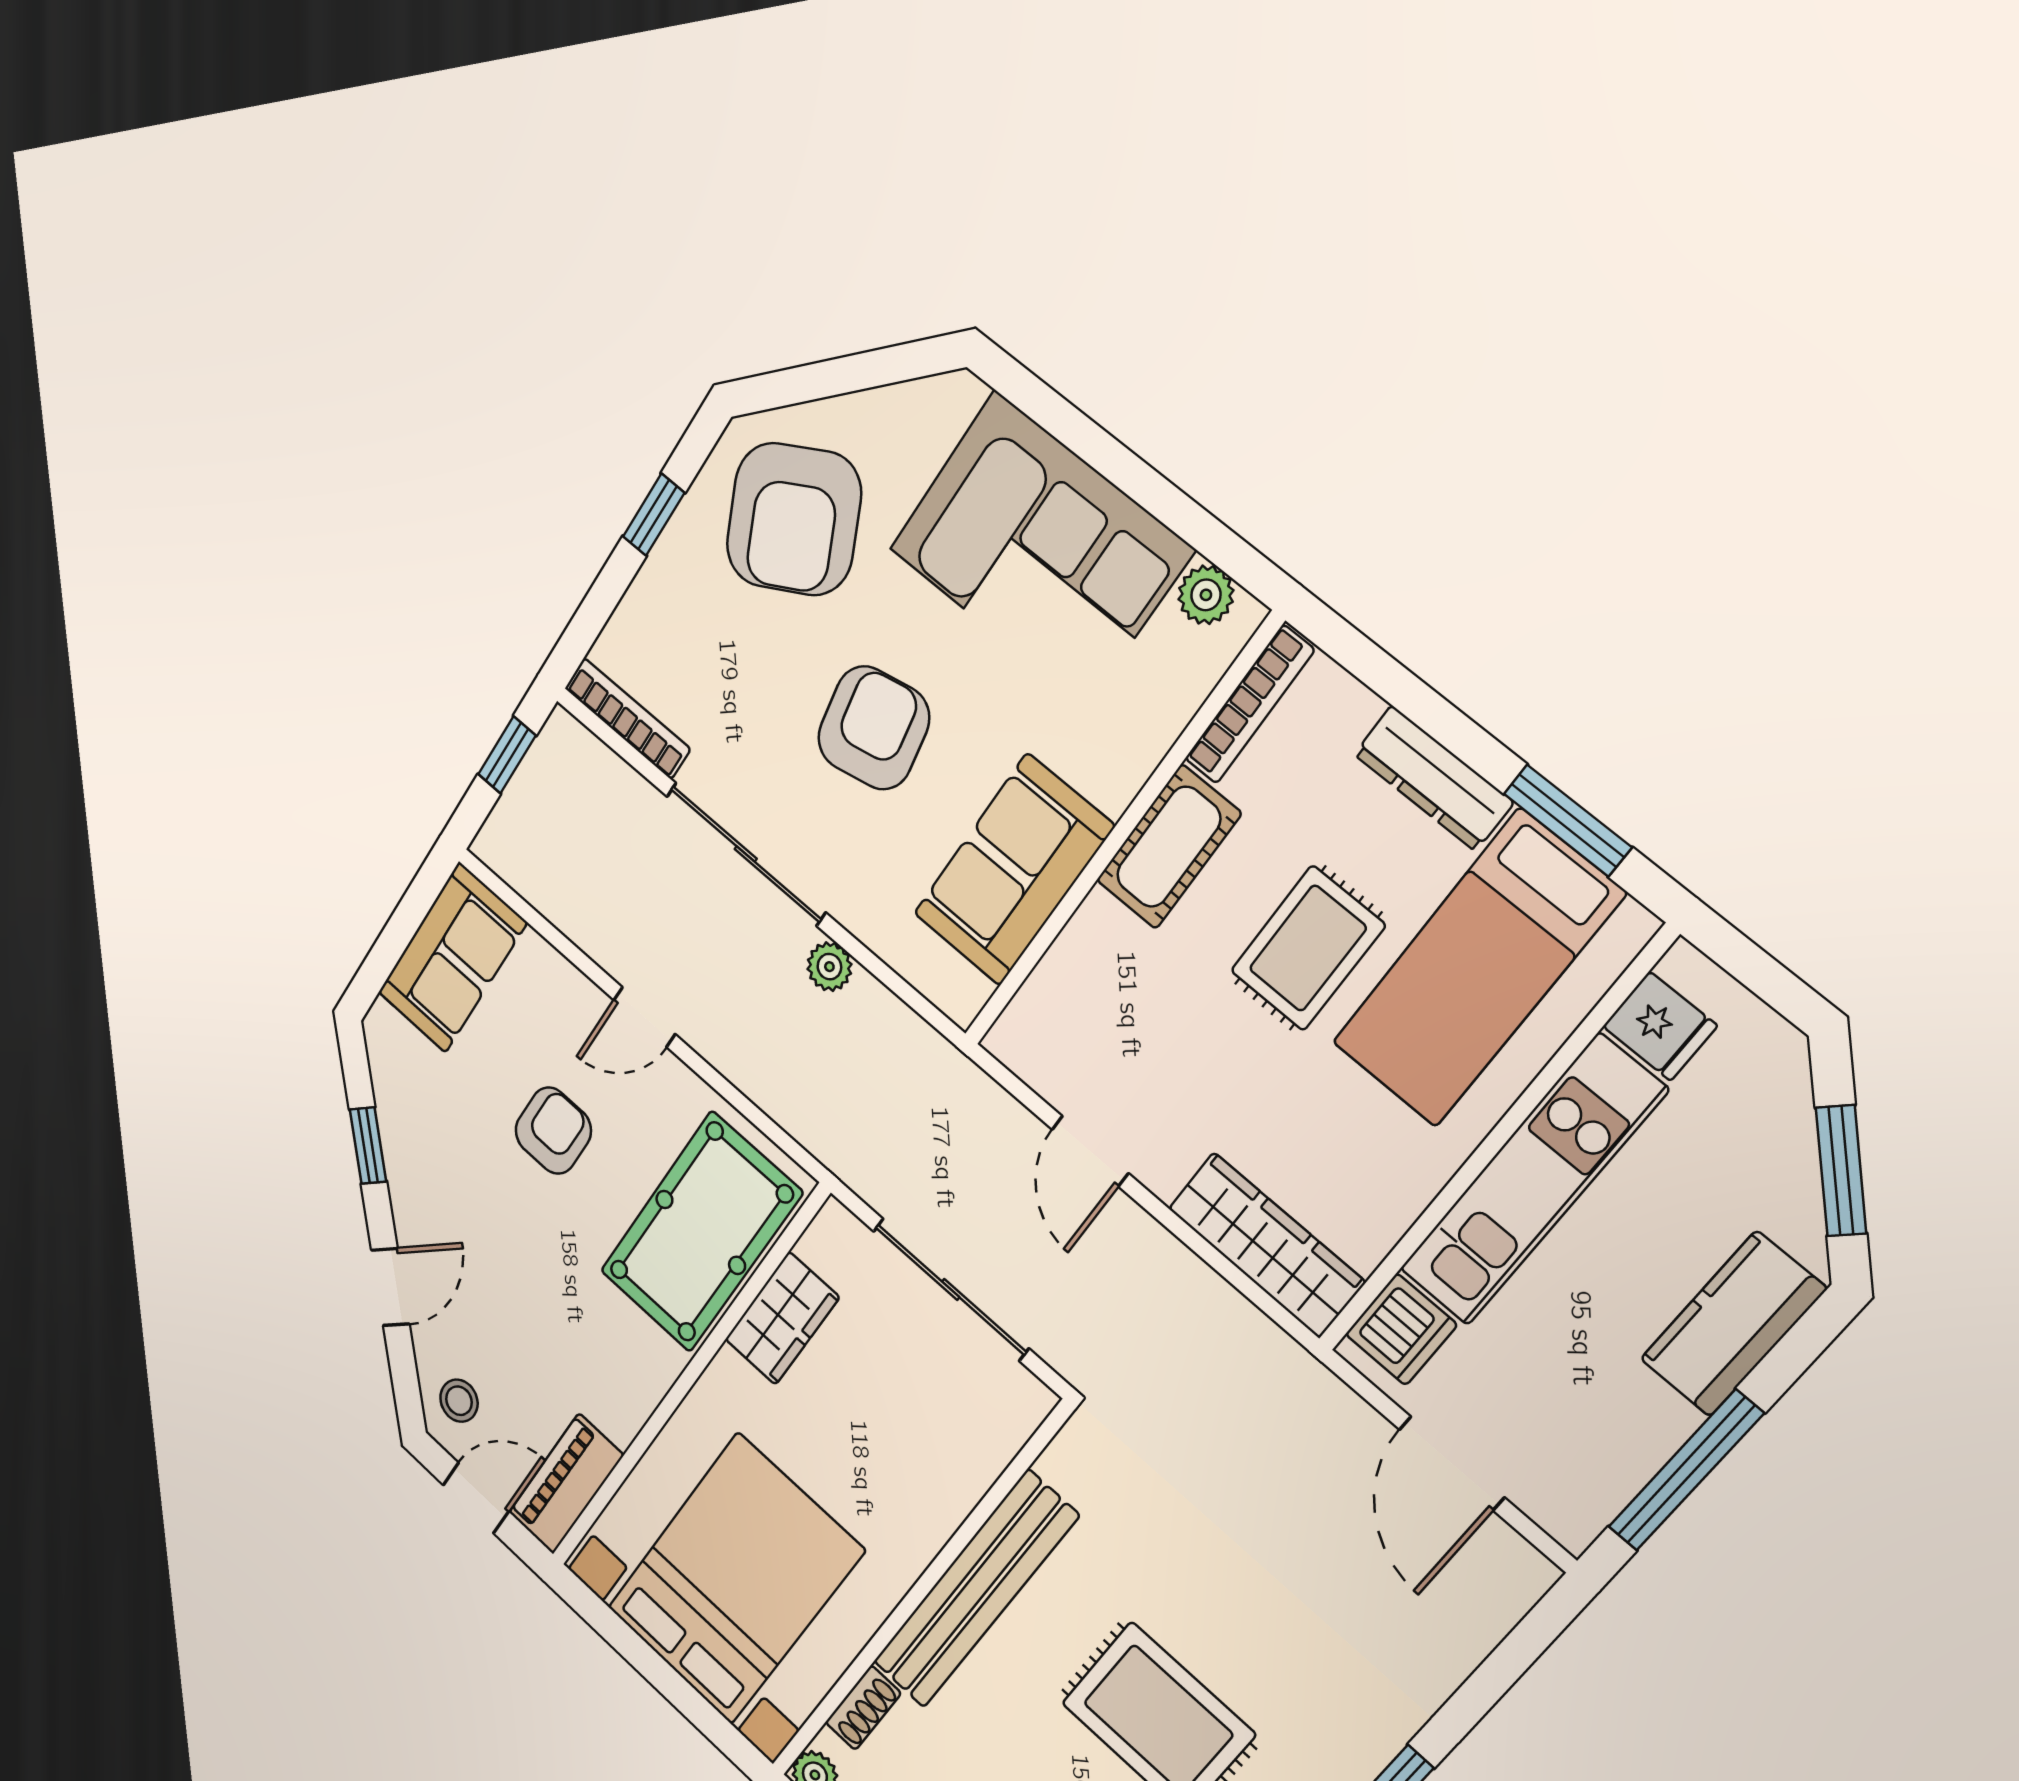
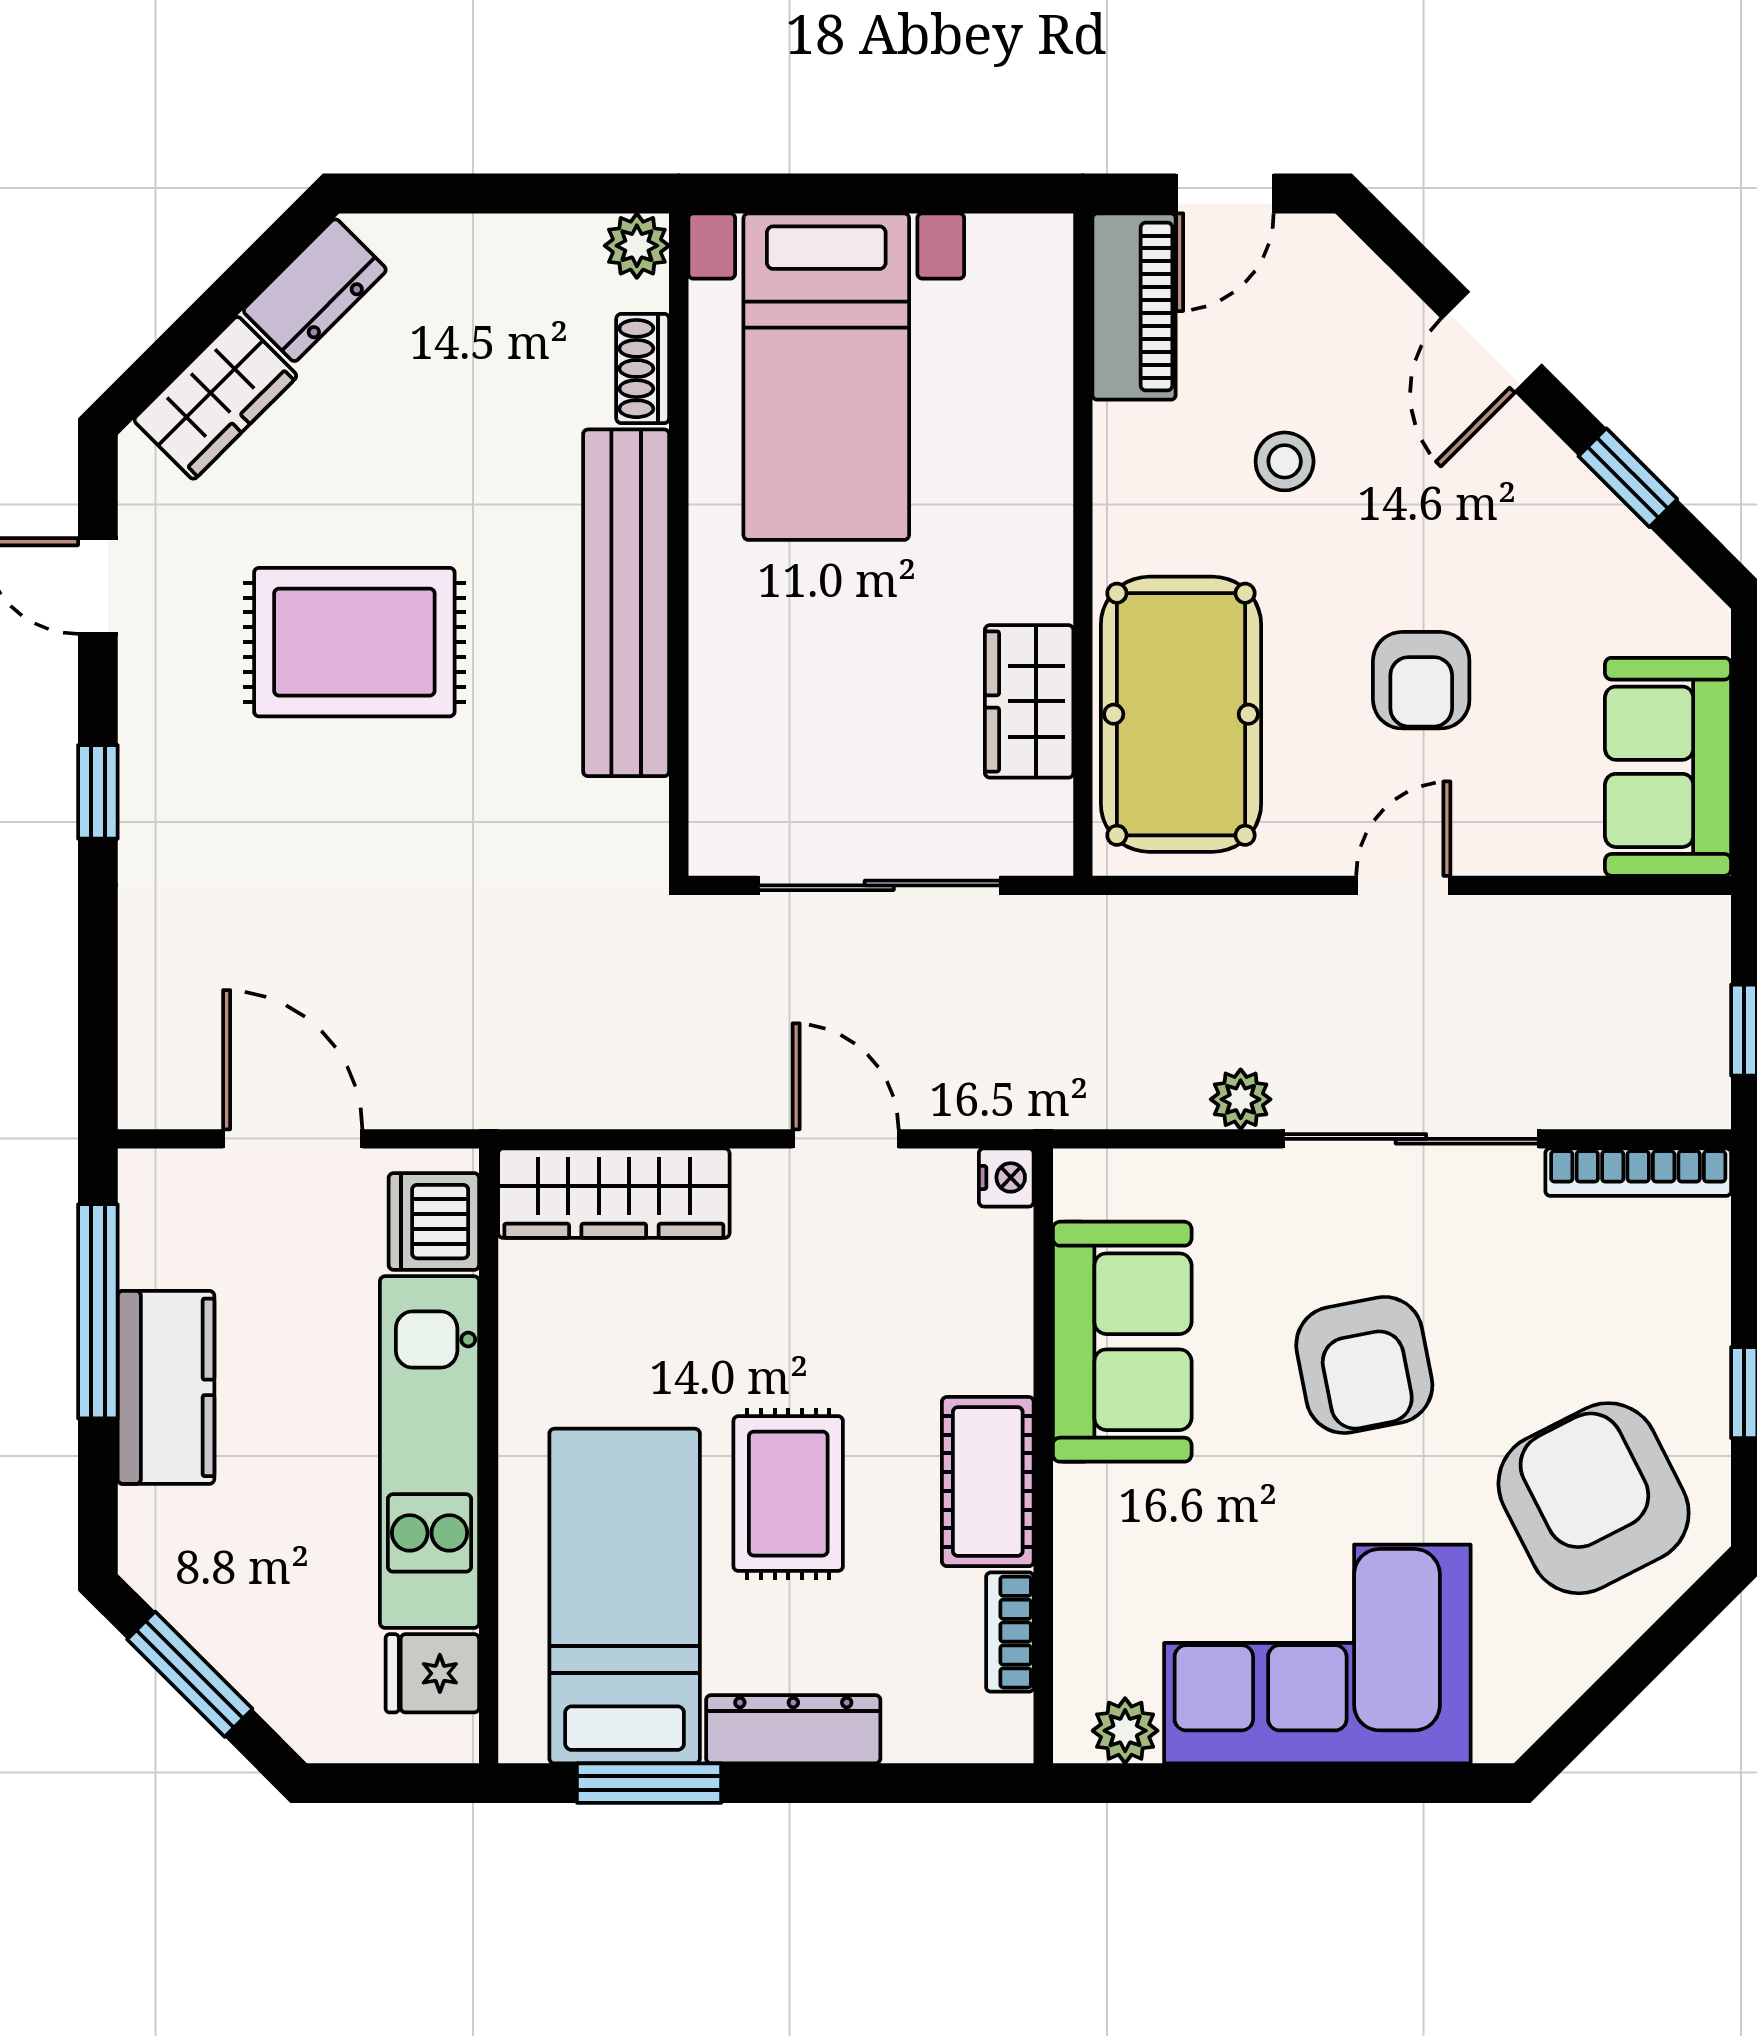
bookcase: (1249, 705) -> (1010, 1632), width x0.64
nightstand: (1008, 1040) -> (1006, 1177), added
kitchen counter: (1733, 1324) -> (166, 1387), moved
stool: (459, 1401) -> (1285, 461), moved
bed with nightstands: (735, 1579) -> (826, 377), width x0.73

